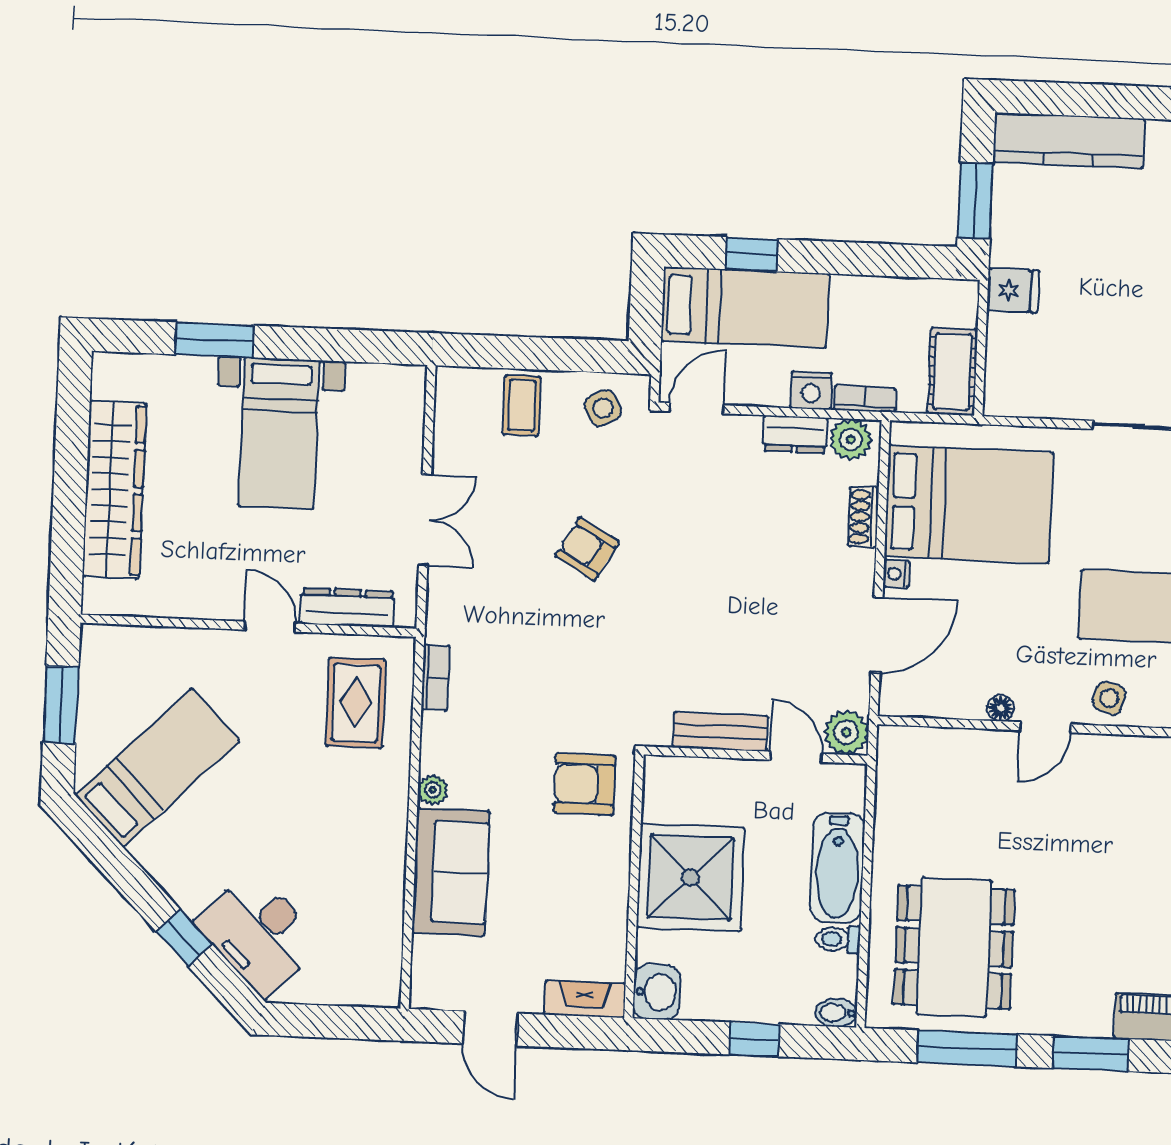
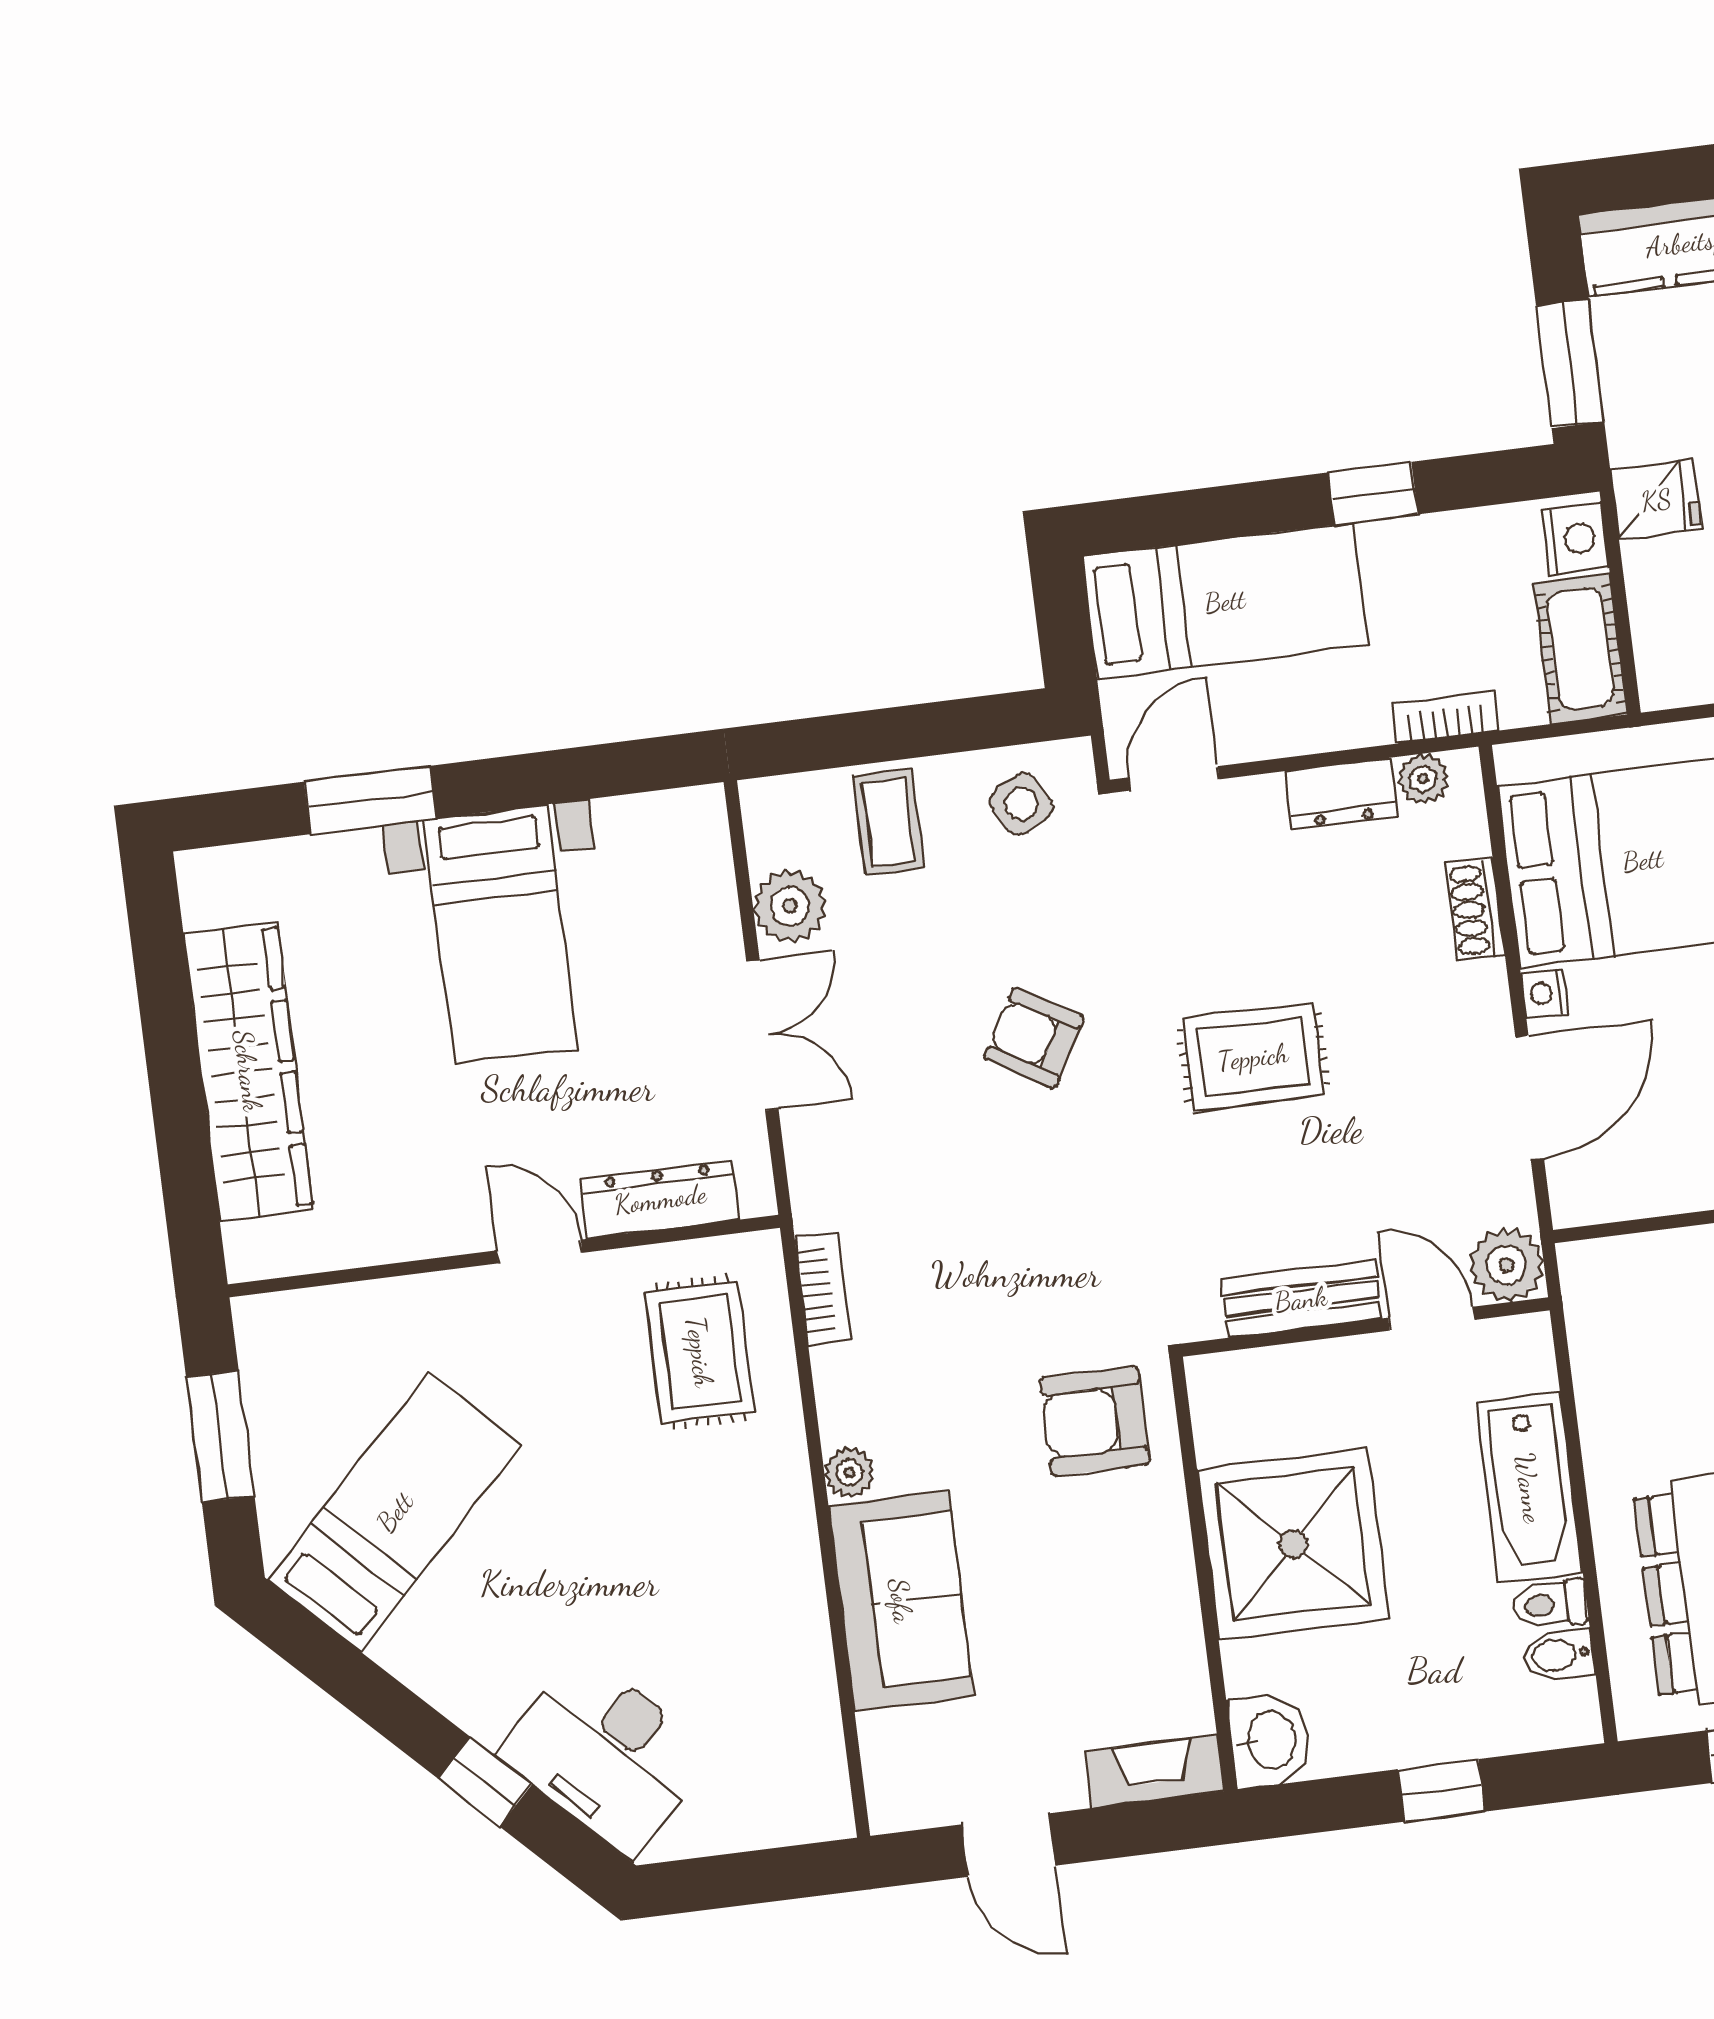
window: (752, 254) -> (1373, 493), moved
nightstand: (811, 390) -> (1575, 539), moved, turned -90
plant: (851, 439) -> (1423, 779), width x0.73, depth x0.73
plant: (454, 446) -> (790, 906), added
rug: (716, 583) -> (1253, 1057), added
bidet: (836, 1013) -> (1559, 1655), moved

